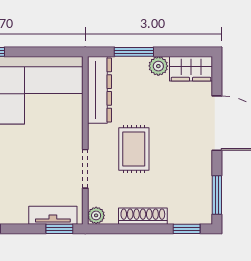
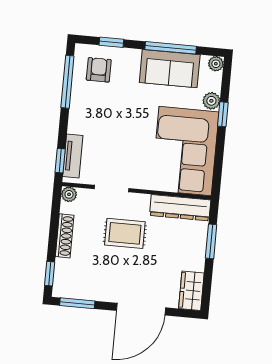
plant: (158, 66) -> (197, 262), removed

